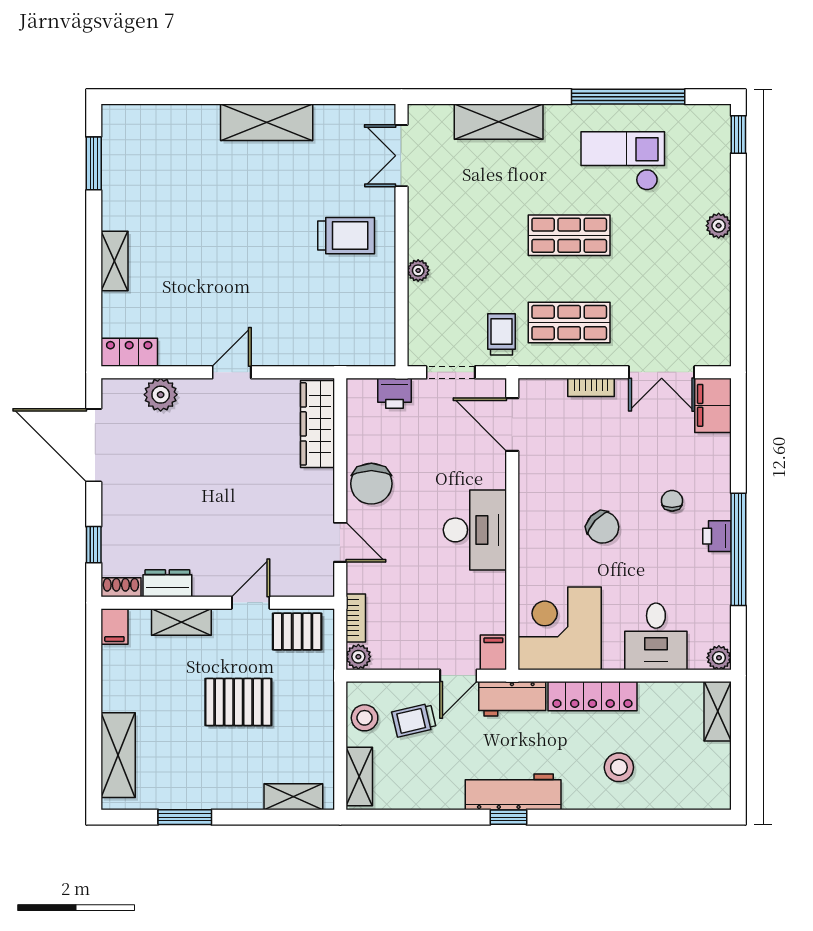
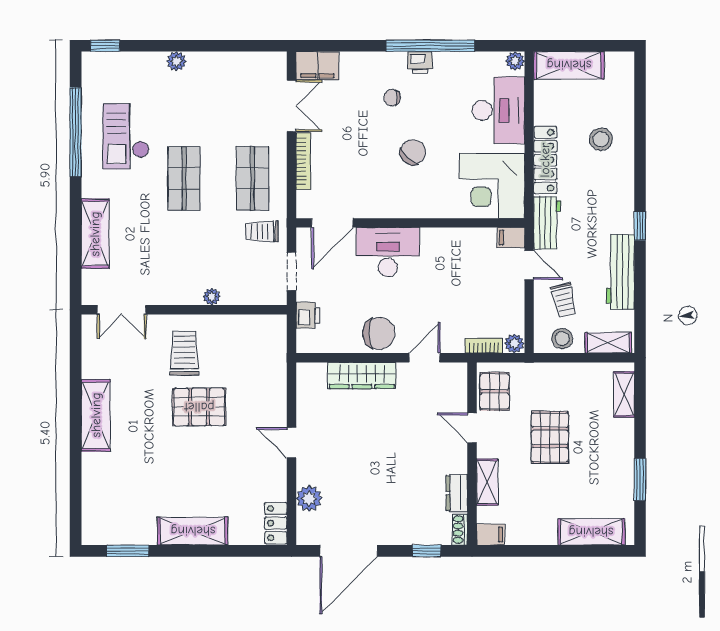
pallet: (277, 254) -> (199, 407), added
shelving: (114, 261) -> (193, 531), width x1.50, depth x1.33
bookcase: (591, 387) -> (303, 161), width x1.56
wardrobe: (318, 424) -> (362, 375), moved
desk: (475, 530) -> (388, 252), moved
desk: (656, 636) -> (498, 110), width x1.37
shelving: (718, 711) -> (569, 65), width x1.50, depth x1.33
workbench: (513, 792) -> (620, 272), moved

